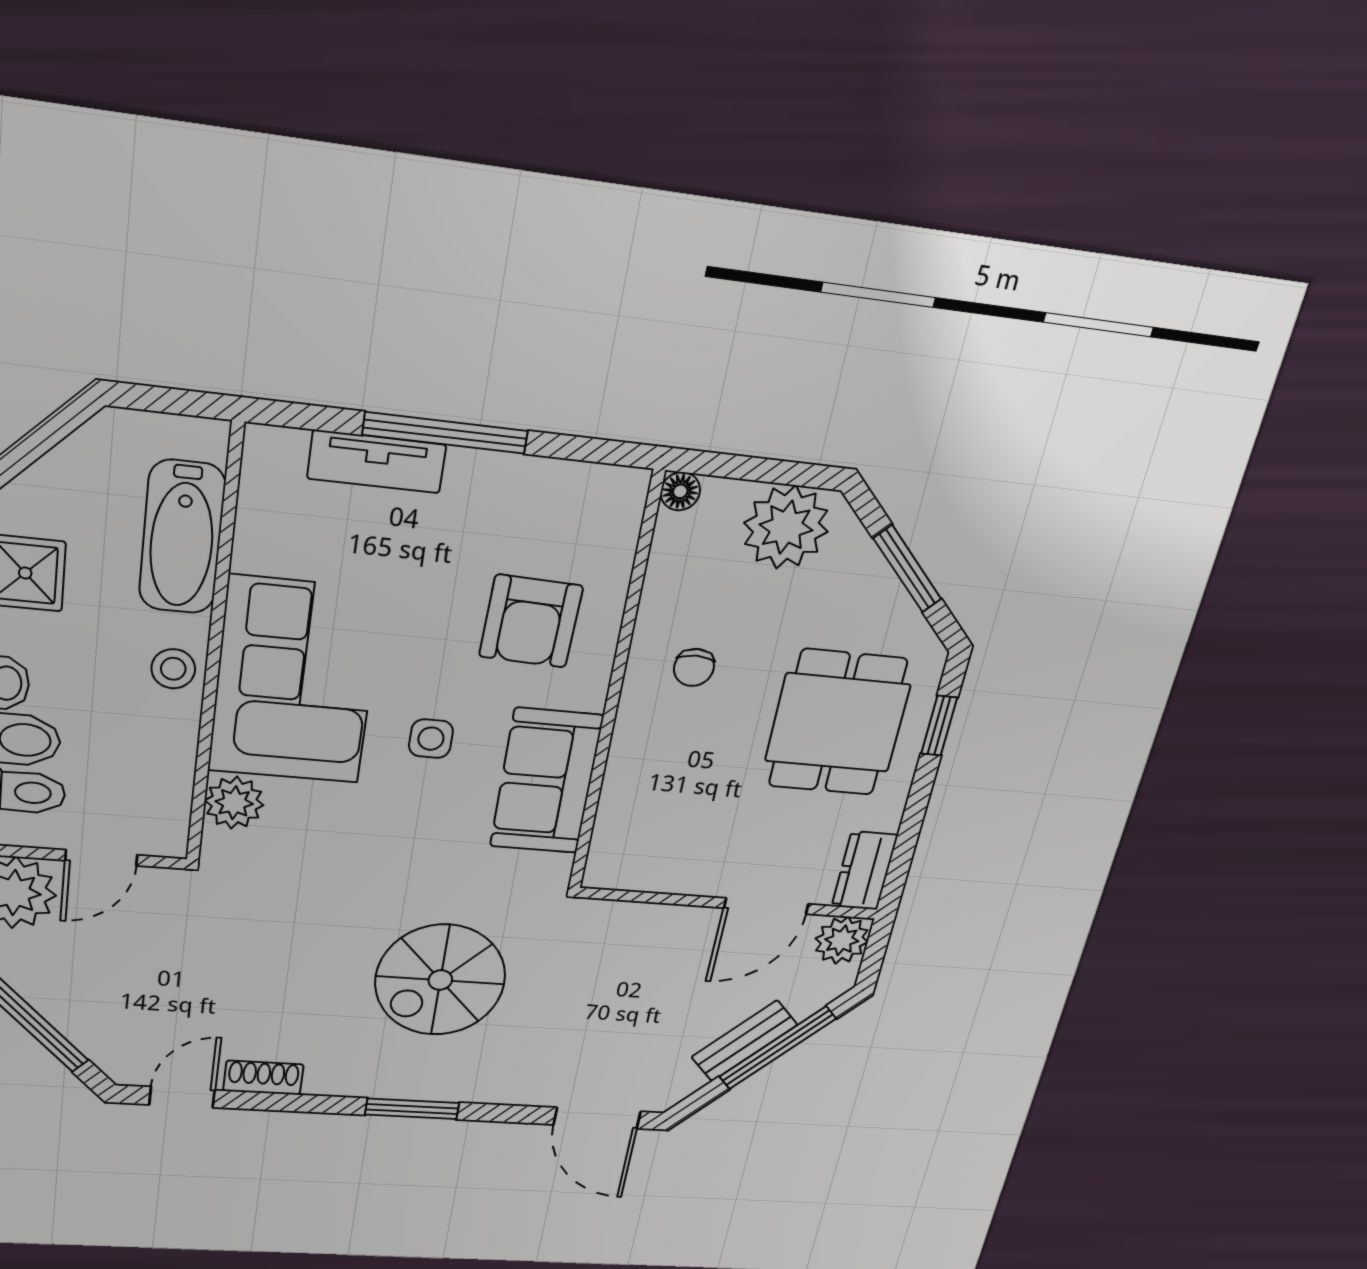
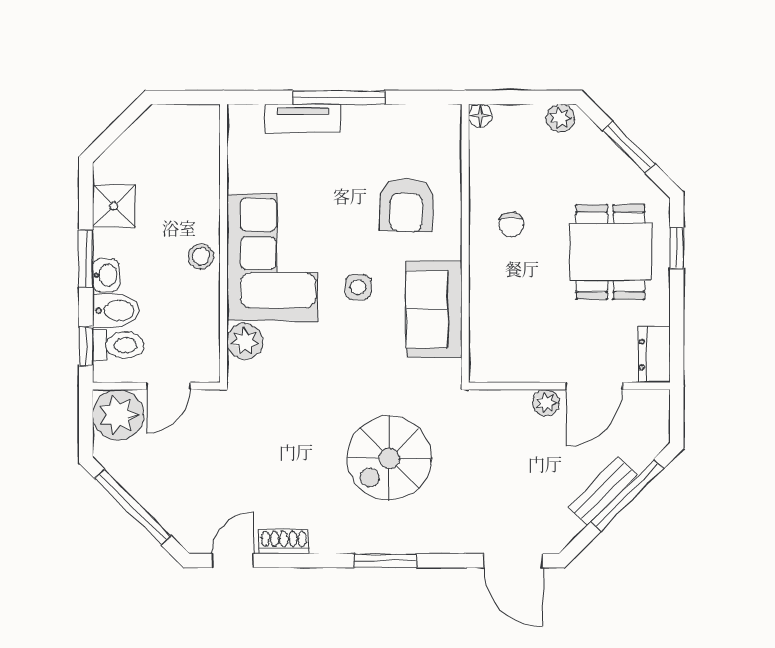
plant: (786, 527) -> (560, 118), width x0.53, depth x0.53
bathtub: (182, 537) -> (199, 175), removed
plant: (842, 940) -> (546, 403), moved, width x0.73, depth x0.73

